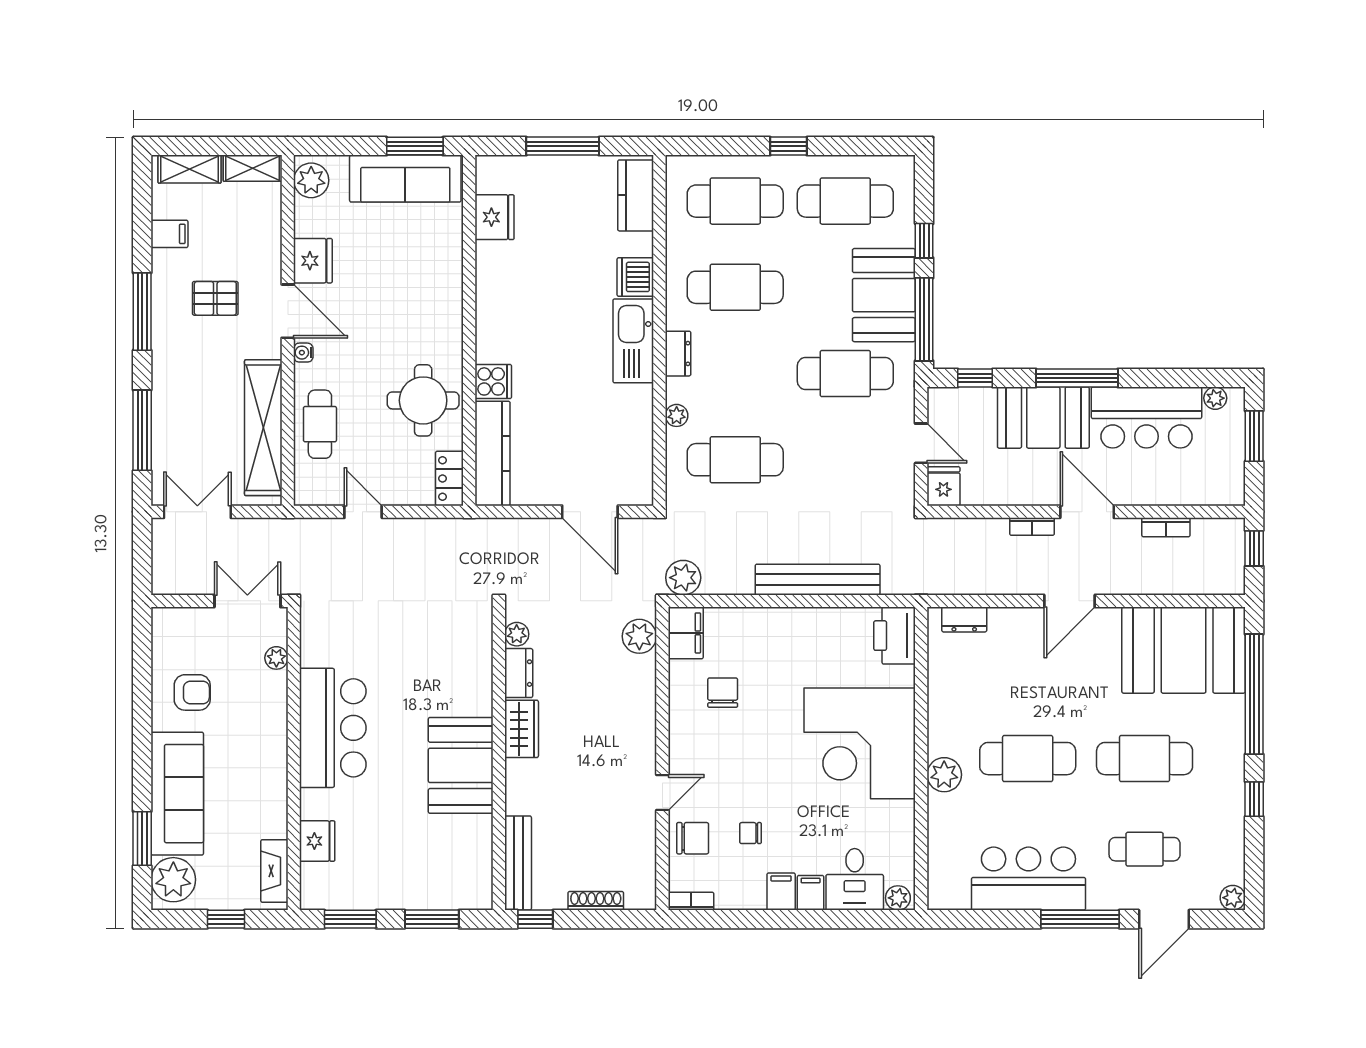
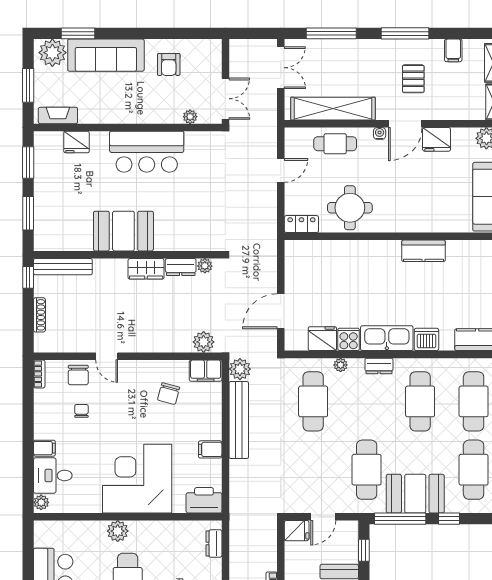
fridge: (495, 217) -> (322, 339), moved, turned 180
cooker: (493, 381) -> (349, 339), moved, turned 180
kitchen counter: (493, 453) -> (424, 251), moved, width x0.67
bench: (818, 580) -> (239, 420), moved
chair: (723, 693) -> (169, 394), turned 105
filing cabinet: (781, 892) -> (210, 449), moved, turned 180
window: (226, 919) -> (28, 85), width x1.50

